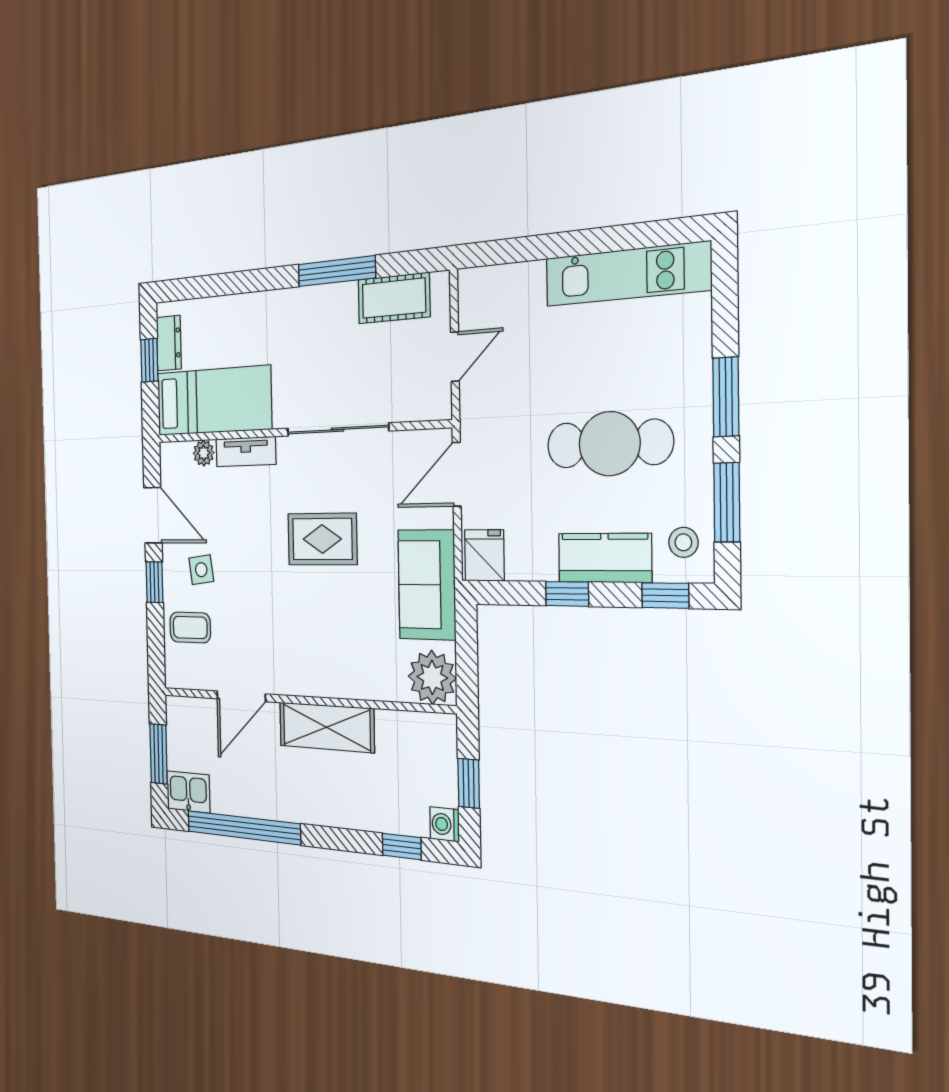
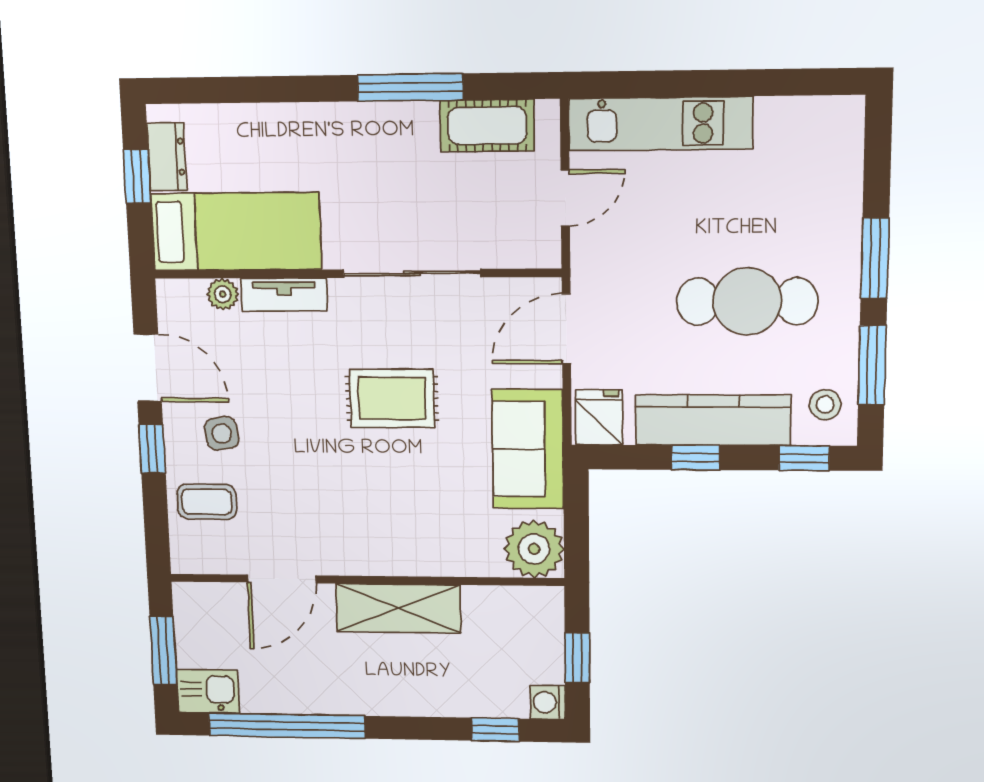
kitchen unit: (627, 274) -> (661, 124), moved
kitchen counter: (605, 558) -> (713, 420), width x1.50

